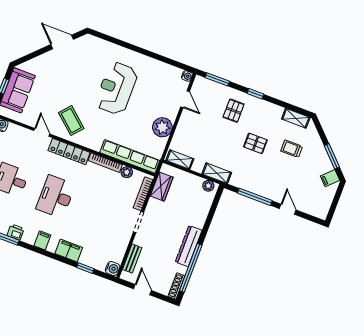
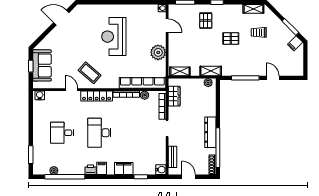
printer: (16, 232) -> (91, 170), moved

